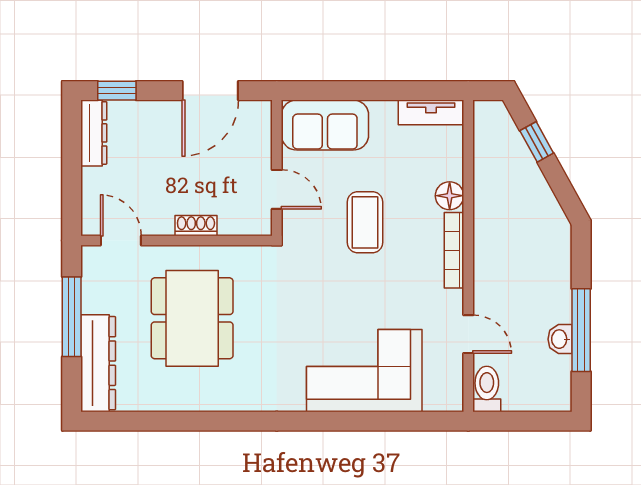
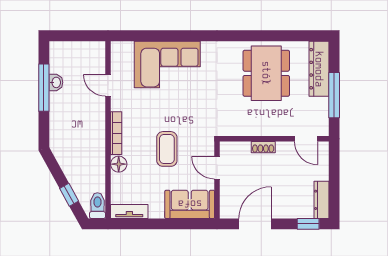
dining table: (192, 318) -> (266, 73), moved
toilet: (487, 389) -> (97, 206), moved, turned 180

